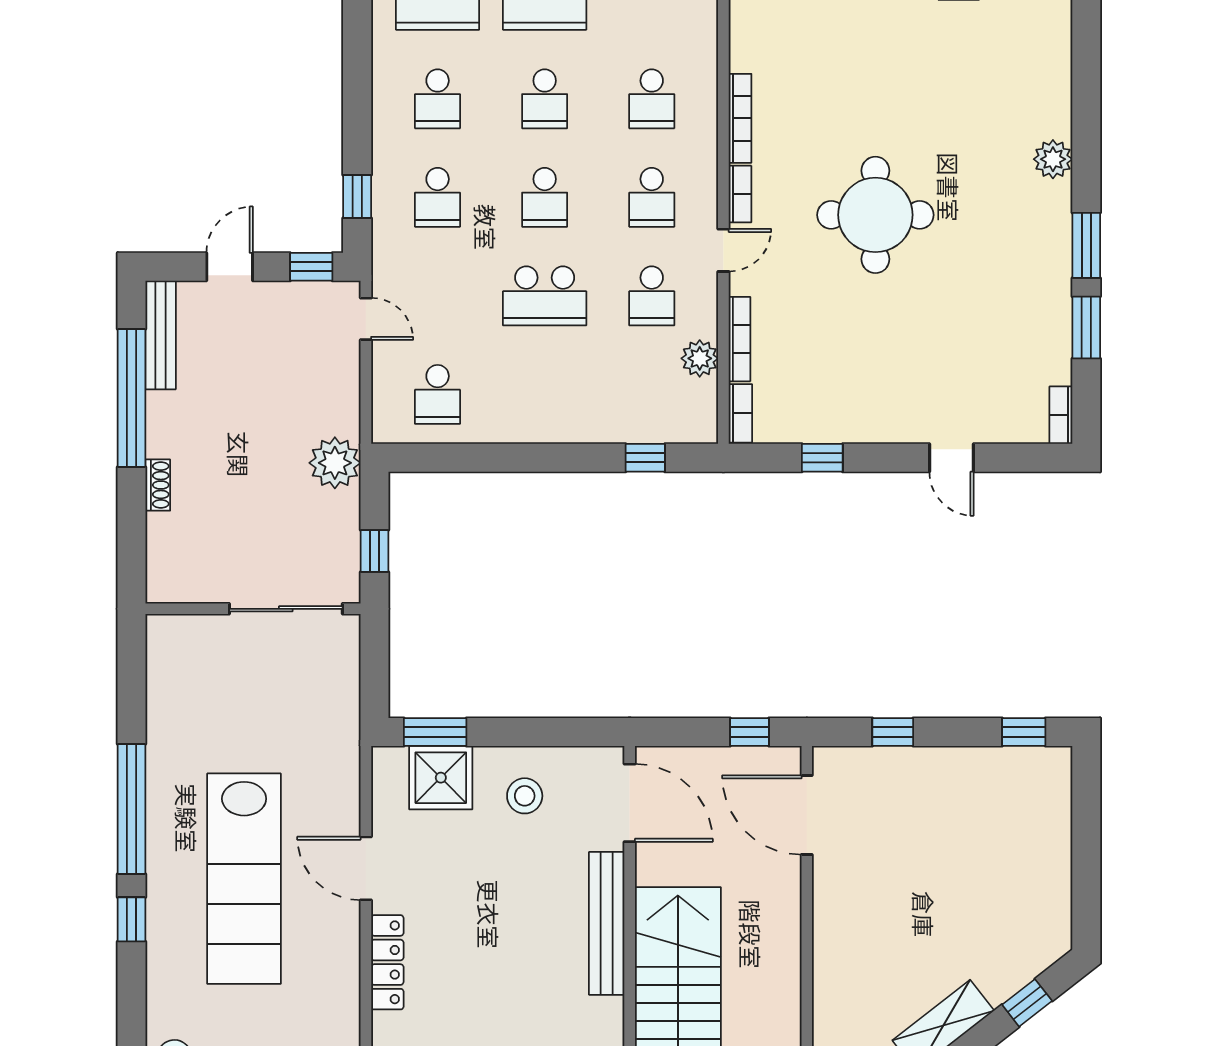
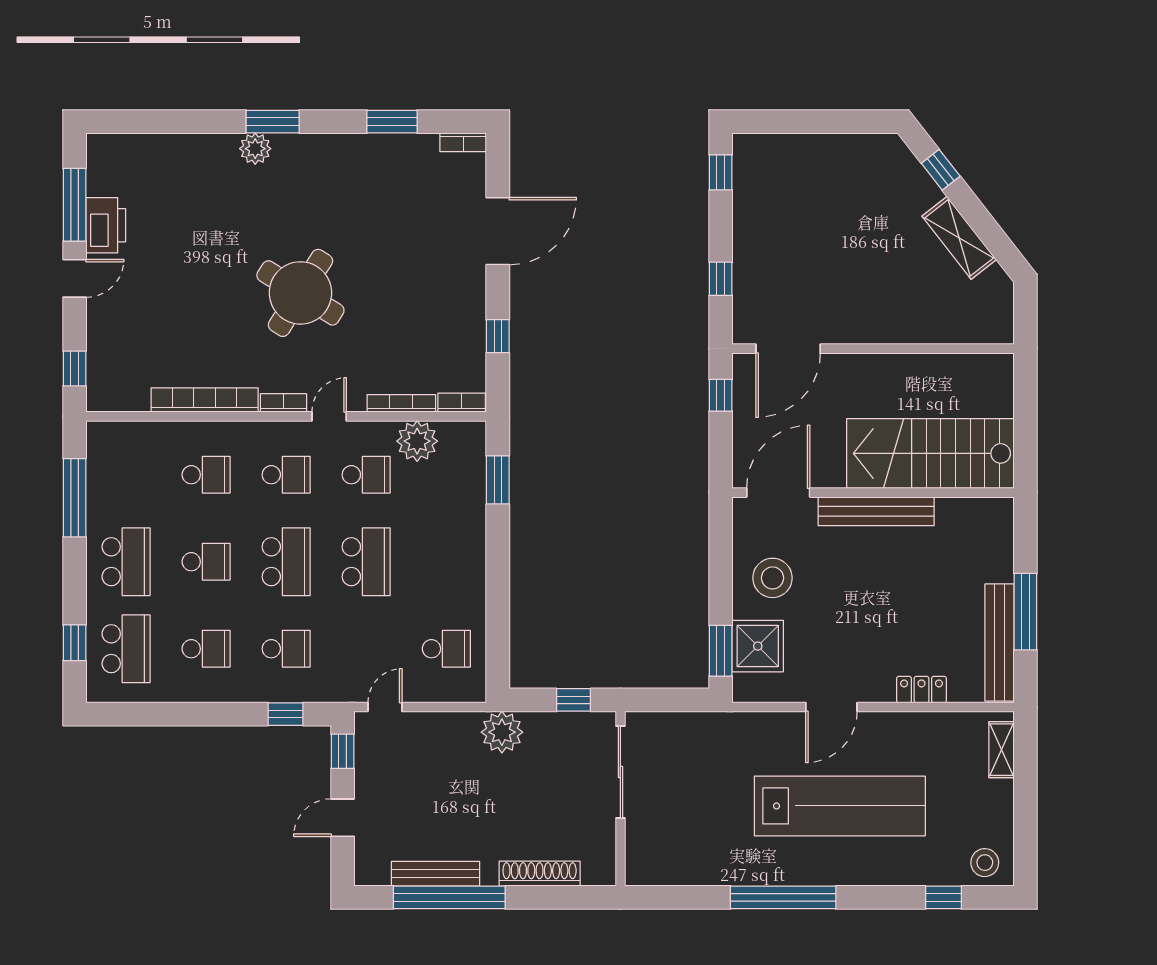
bookcase: (740, 118) -> (205, 400), width x1.48, depth x1.31
school desk: (545, 197) -> (286, 562), width x1.85
round table: (875, 215) -> (300, 293), turned 32
window: (1086, 245) -> (273, 122), moved
door: (723, 250) -> (329, 416), hinge flipped
door: (230, 267) -> (343, 818), hinge flipped
bench: (161, 335) -> (435, 874), moved
plant: (700, 358) -> (417, 441), width x1.36, depth x1.36
window: (645, 458) -> (498, 480), width x1.50
door: (951, 458) -> (498, 231), width x1.87
shoe rack: (158, 485) -> (540, 874), width x1.94, depth x1.24
stool: (525, 796) -> (773, 578), width x1.38, depth x1.38
window: (131, 919) -> (943, 897), moved
locker: (387, 962) -> (922, 690), width x0.66

